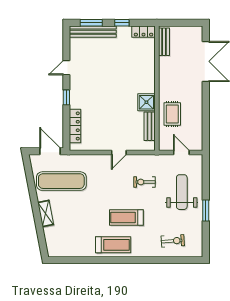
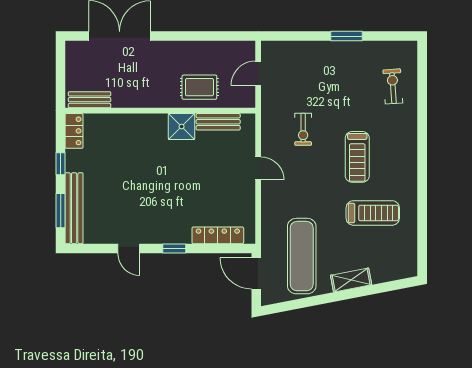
door: (50, 151) -> (256, 273), hinge flipped
weight bench: (182, 192) -> (318, 73), removed
treadmill: (113, 245) -> (373, 213), moved, turned 90

